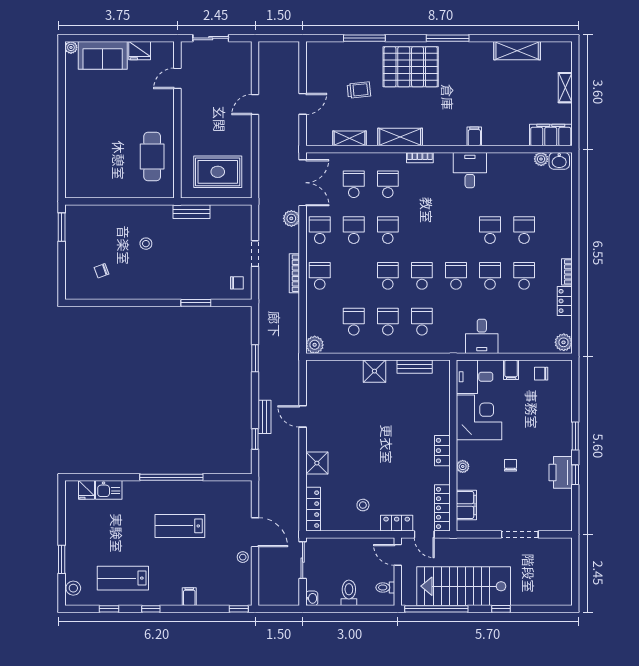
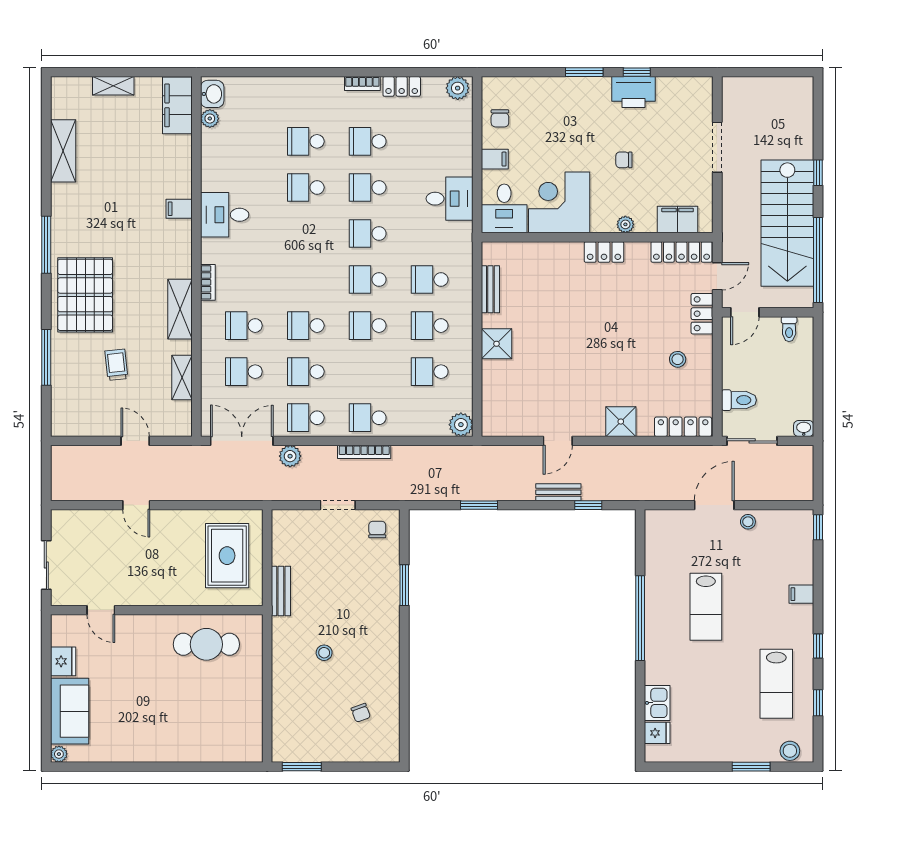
toilet: (349, 593) -> (739, 400), moved, turned 180

